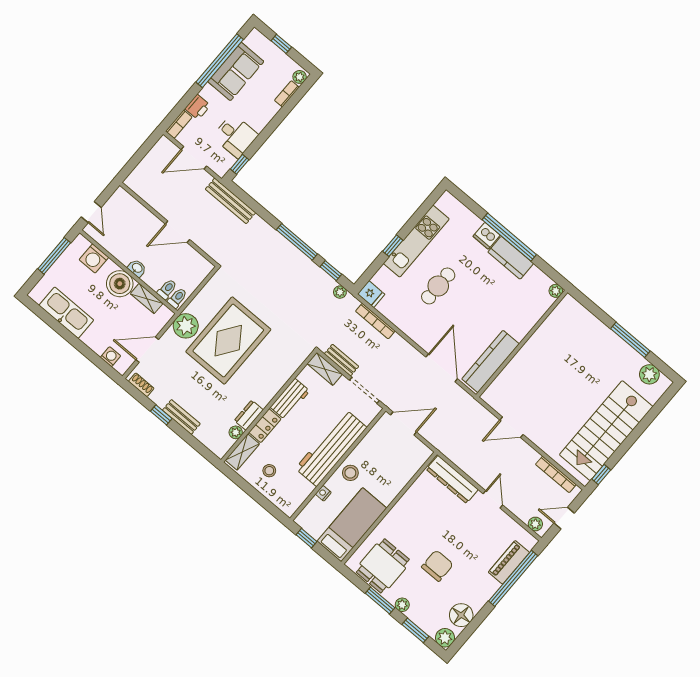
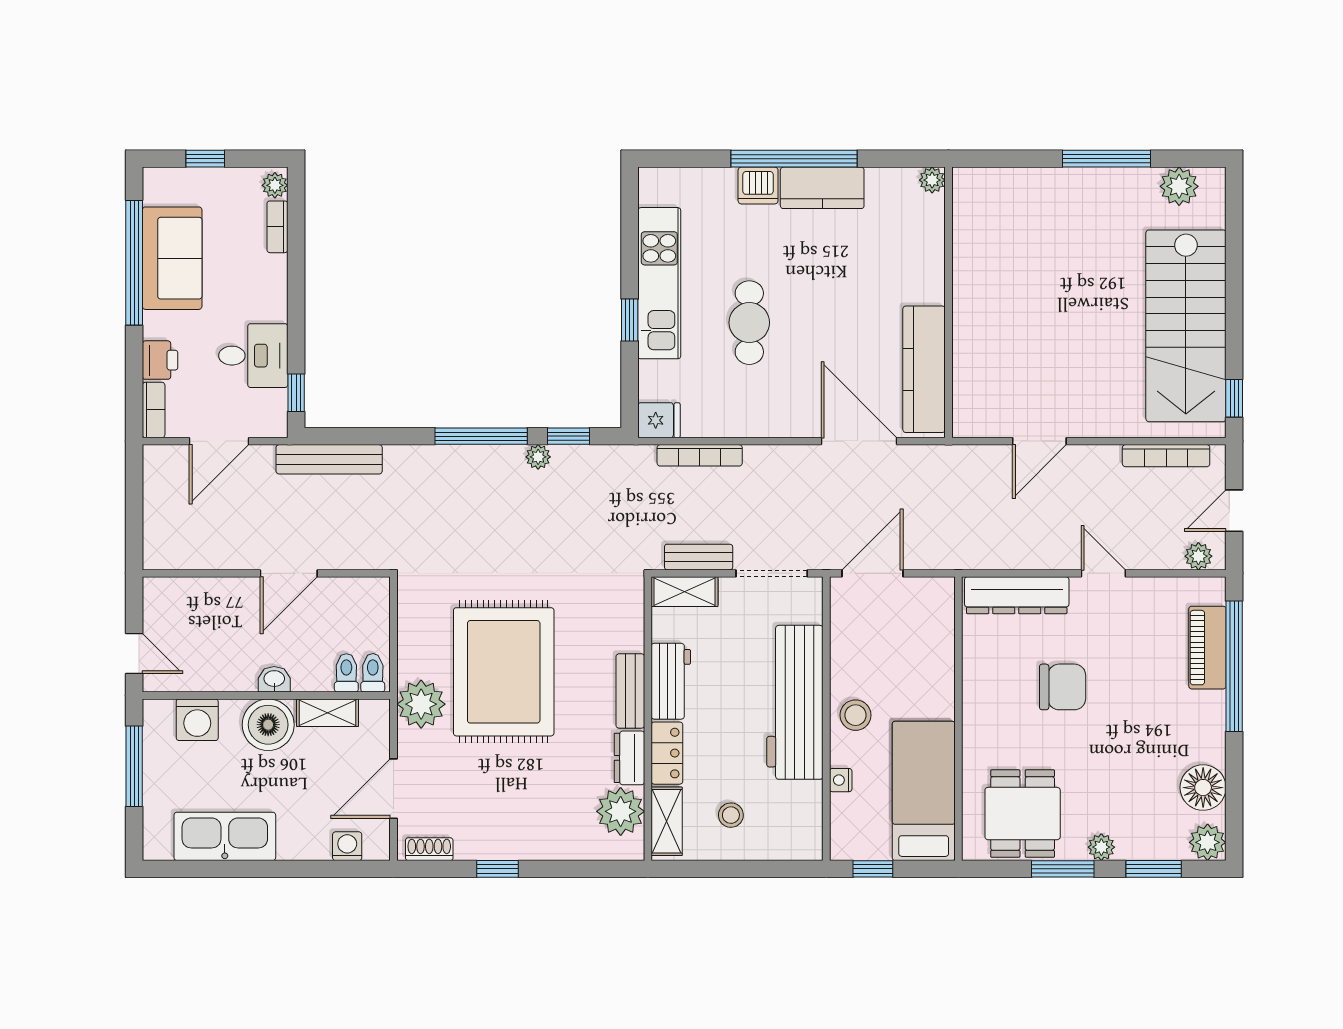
plant: (340, 292) -> (538, 457), moved
bench: (181, 417) -> (630, 691), moved, turned 90
plant: (236, 432) -> (621, 811), width x1.88, depth x1.88
chair: (437, 566) -> (1063, 687), moved, turned 90

